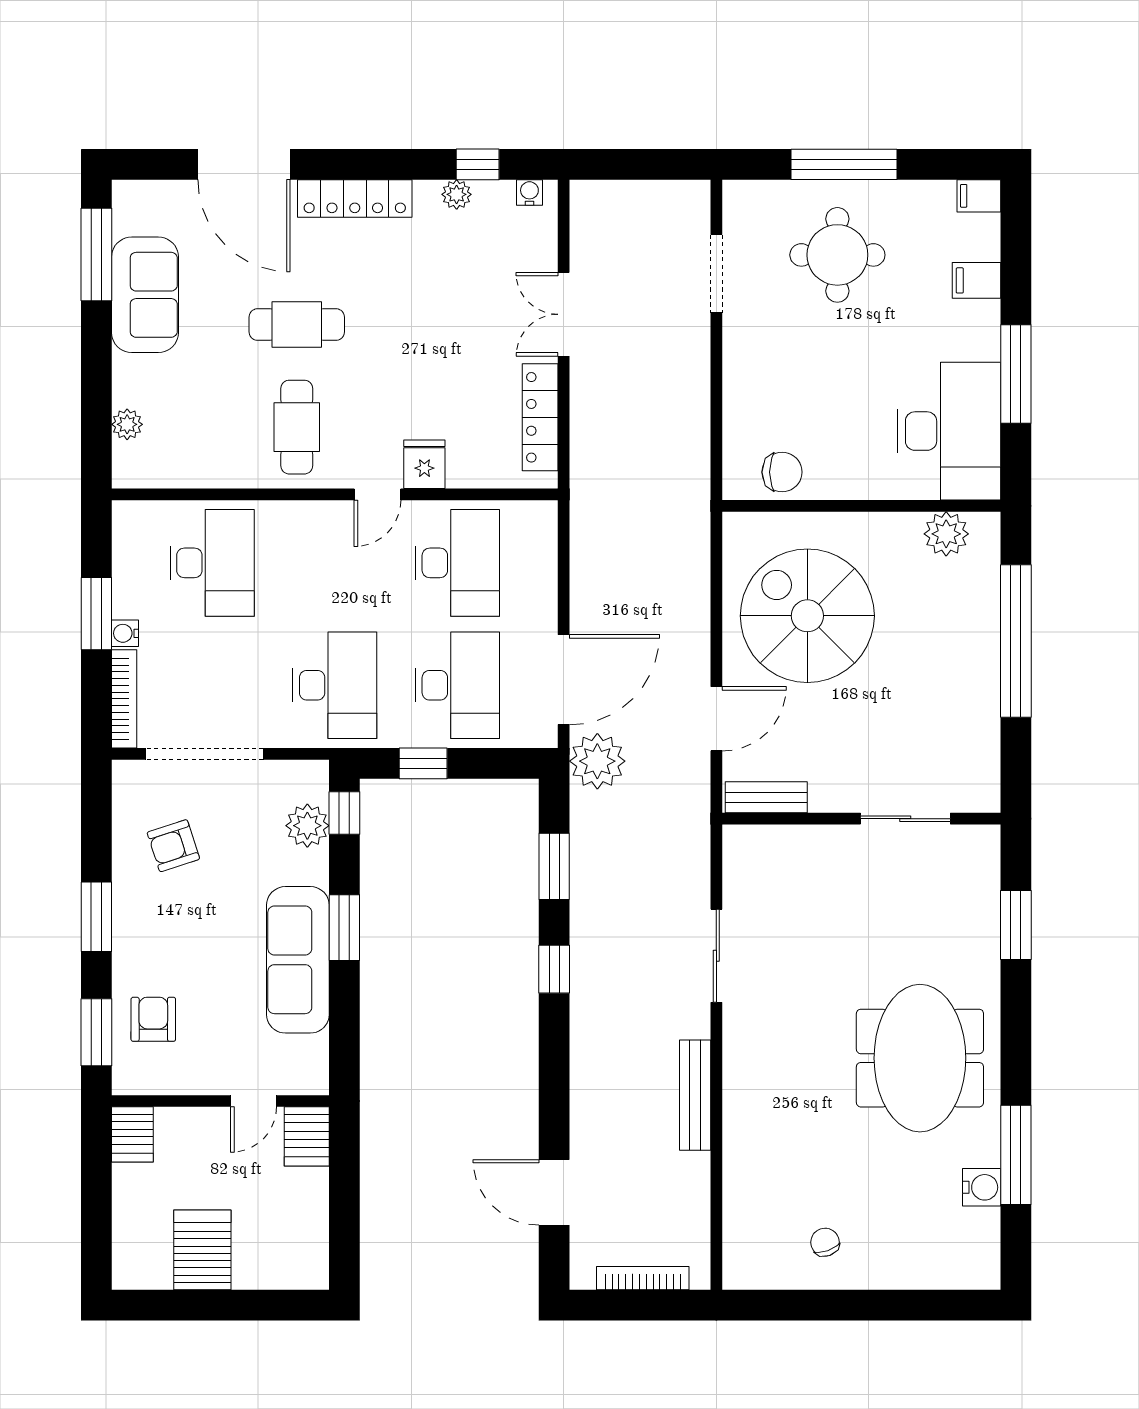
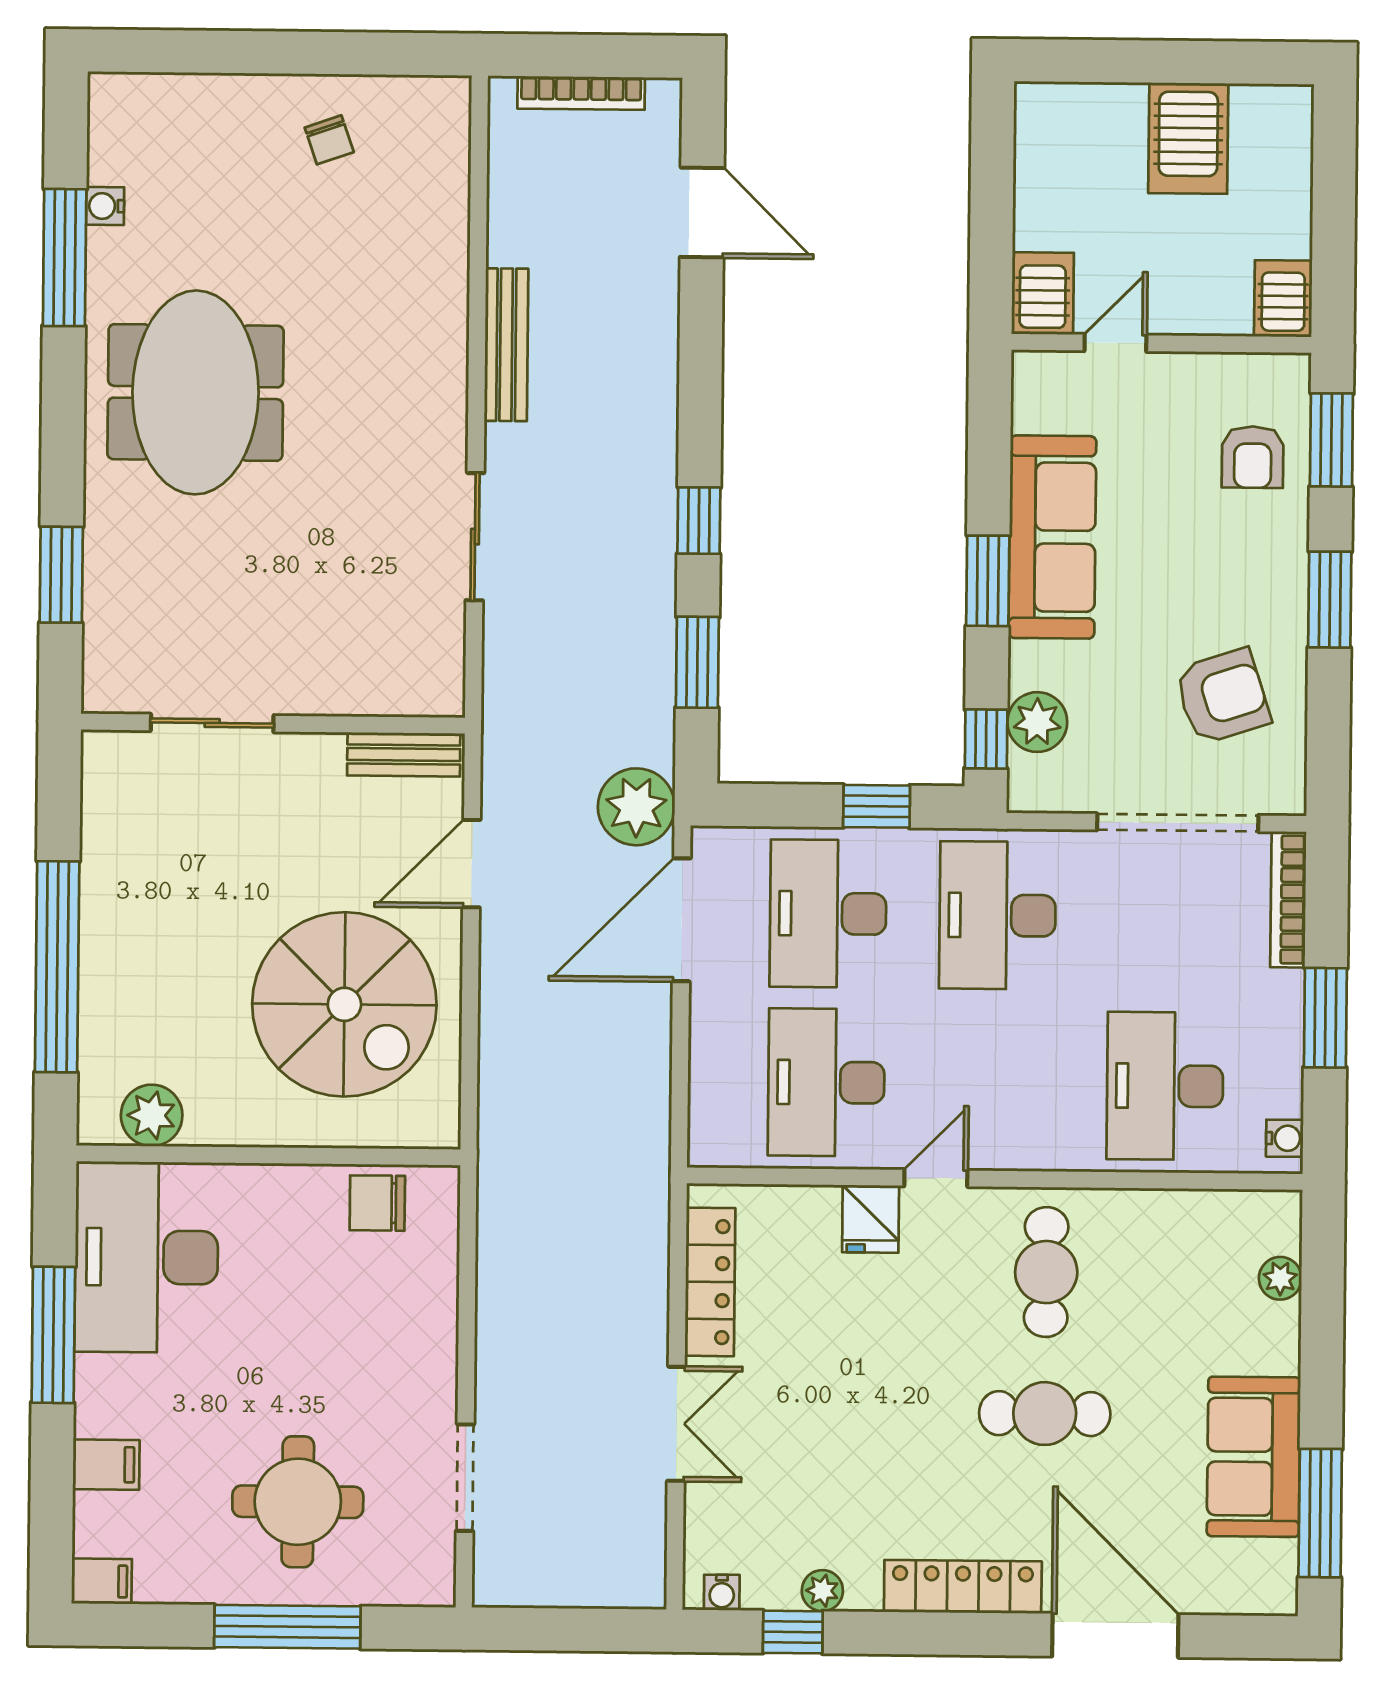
water cooler: (125, 633) -> (1285, 1138), moved
armchair: (173, 846) -> (1222, 696), width x1.38, depth x1.38
water cooler: (982, 1187) -> (105, 206), width x0.72, depth x0.72

